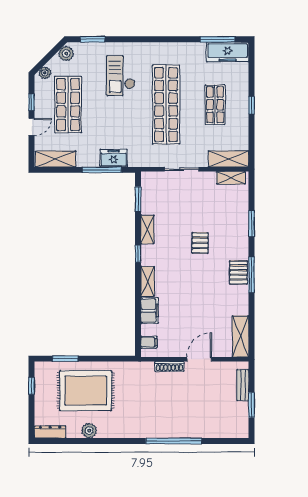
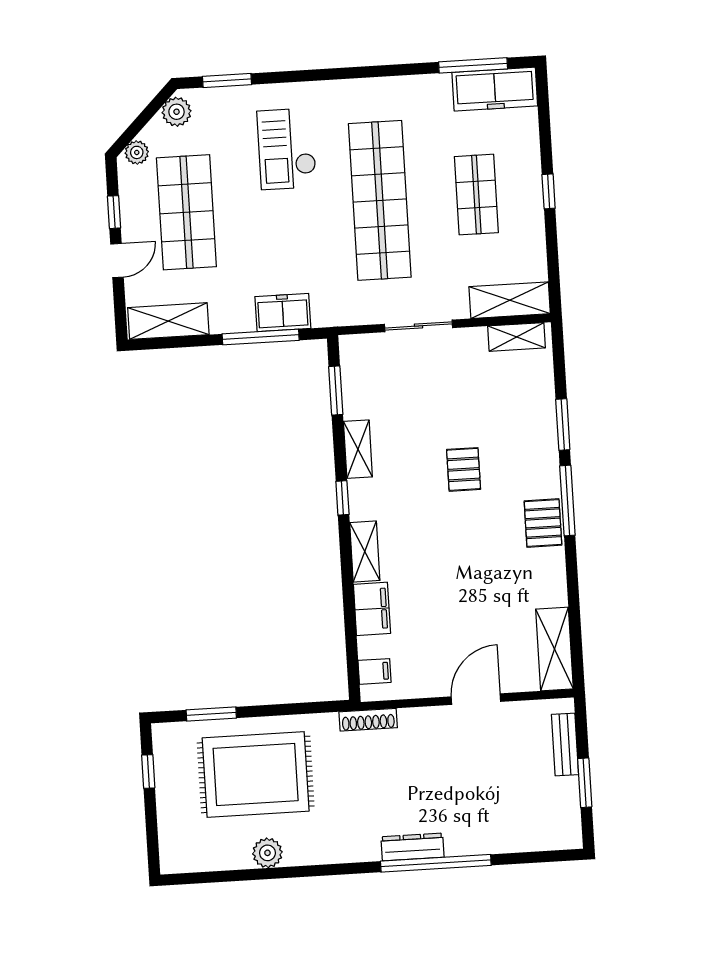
window: (252, 275) -> (567, 501), moved
shoe rack: (169, 366) -> (368, 720), moved
dresser: (50, 432) -> (412, 847), moved

